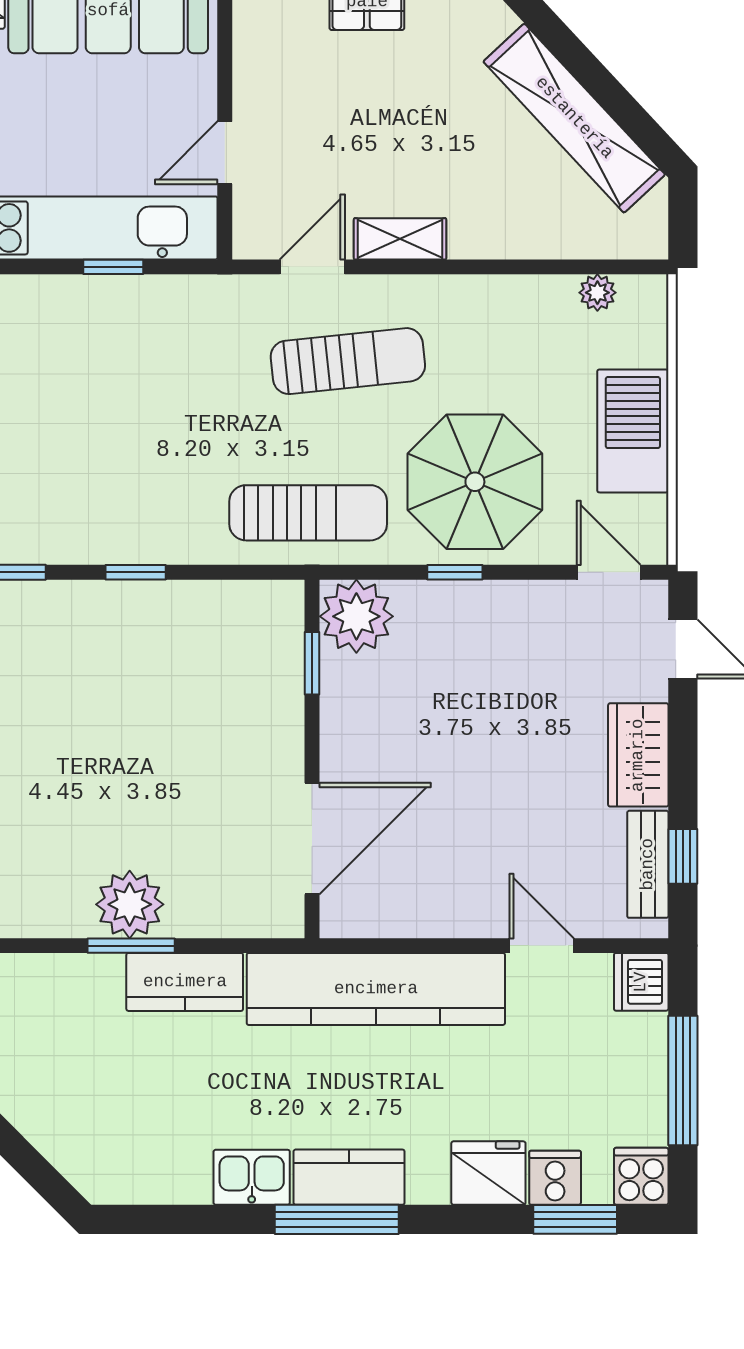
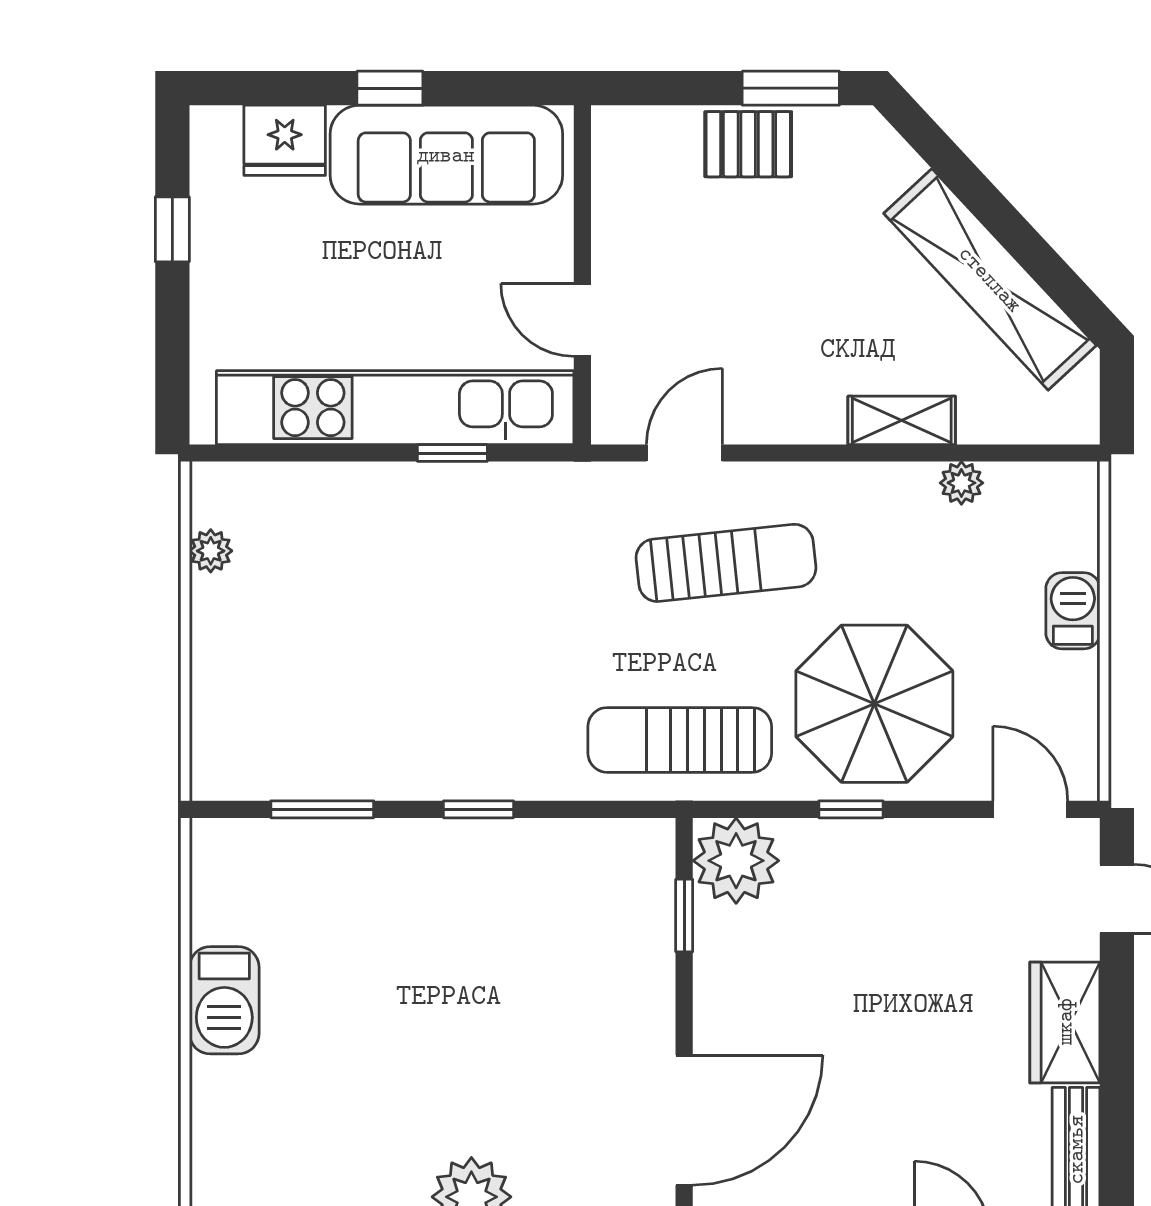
door: (225, 153) -> (582, 320), hinge flipped
shelving: (400, 239) -> (902, 420), moved
plant: (597, 293) -> (961, 483), moved
barbecue: (633, 431) -> (1073, 611), width x0.53, depth x0.65
sun lounger: (308, 513) -> (680, 740), turned 180
window: (683, 856) -> (1117, 1141), removed

